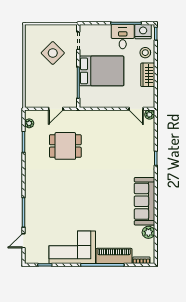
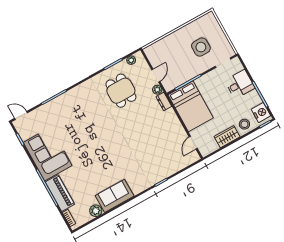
desk: (123, 37) -> (240, 84), moved
side table: (53, 53) -> (201, 47), turned 45
bed: (102, 71) -> (191, 106), moved
door: (56, 109) -> (156, 76), swing flipped
dresser: (84, 115) -> (164, 102), added
plant: (150, 115) -> (157, 90), moved
dining table: (65, 146) -> (121, 91), moved
sofa: (144, 201) -> (115, 196), width x0.73
door: (23, 241) -> (21, 116), moved

